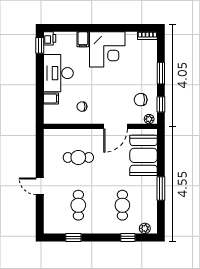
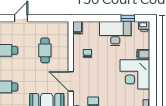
window: (40, 45) -> (128, 18), moved
filing cabinet: (51, 99) -> (78, 28), moved

